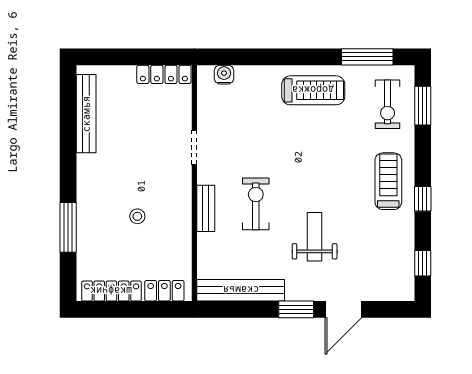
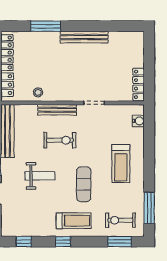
treadmill: (313, 90) -> (121, 164), moved
bench: (86, 114) -> (84, 37), moved
exercise mat: (328, 165) -> (84, 184), added
bench: (206, 208) -> (57, 110), width x1.36
stool: (137, 216) -> (38, 92), moved

